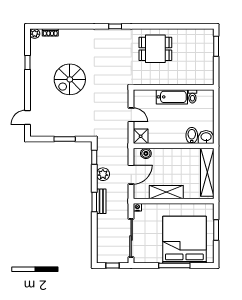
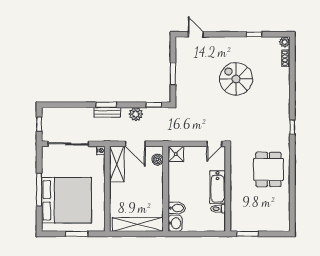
window: (216, 46) -> (248, 234), moved
door: (131, 115) -> (214, 144), moved
shelving: (166, 192) -> (117, 164), moved

